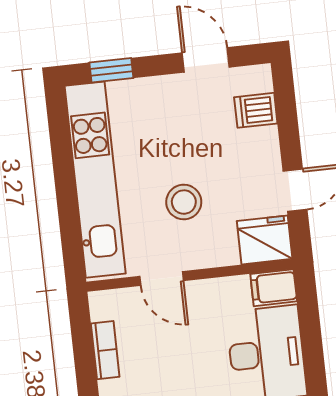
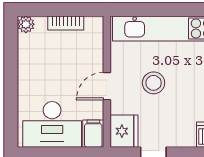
door: (162, 279) -> (107, 86), moved

